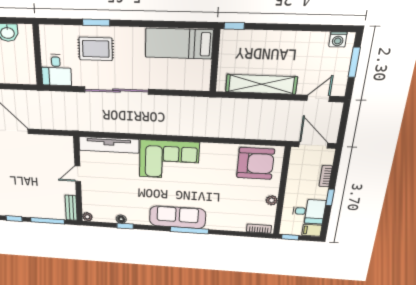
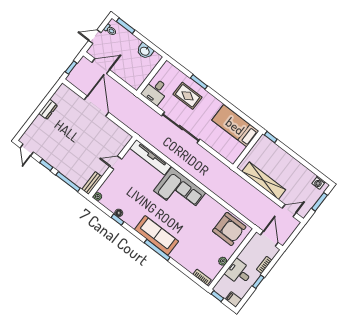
desk: (309, 212) -> (239, 272), moved, turned 180

